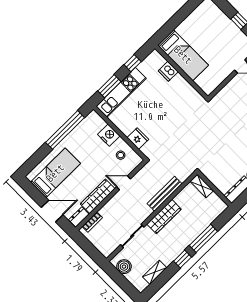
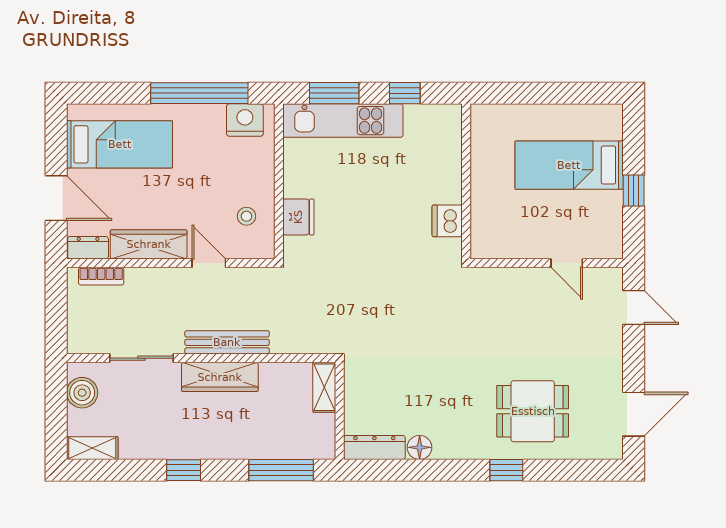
bed: (183, 55) -> (569, 165), moved, turned 90
dishwasher: (168, 71) -> (447, 221), moved
nightstand: (109, 135) -> (245, 120), moved, turned -90
bench: (165, 194) -> (227, 342), moved
window: (203, 238) -> (281, 470), moved
shelving: (155, 272) -> (92, 448), moved

